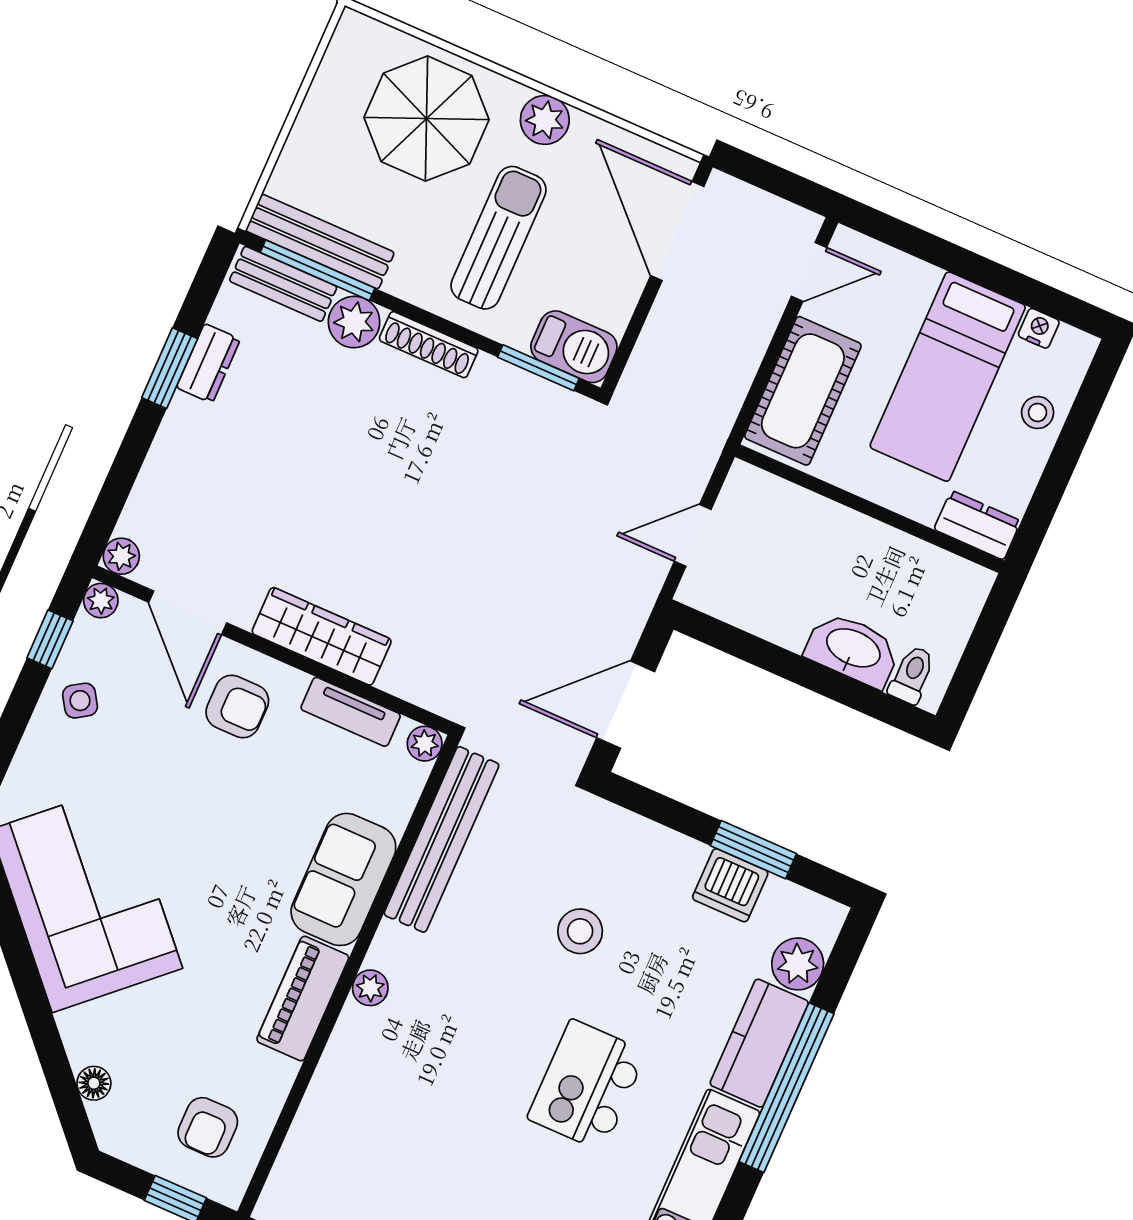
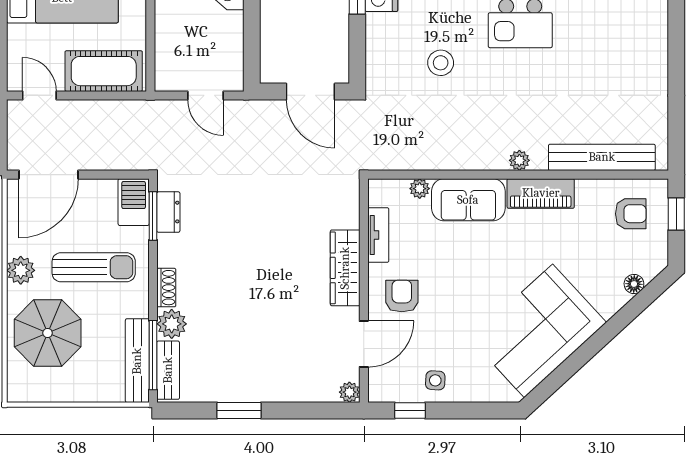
sun lounger: (499, 238) -> (94, 267), turned 180
shoe rack: (429, 345) -> (166, 288), width x0.70
dresser: (208, 363) -> (168, 212), moved, turned 90
plant: (101, 601) -> (378, 393), removed
side table: (80, 701) -> (435, 380), turned 36
plant: (425, 744) -> (420, 189), moved
bench: (441, 839) -> (602, 157), moved

